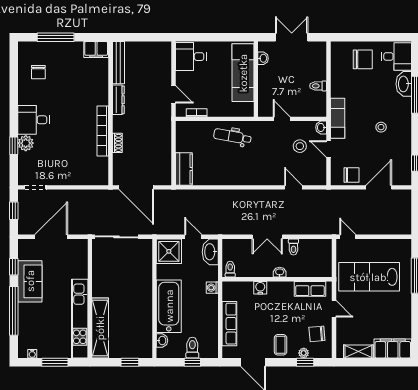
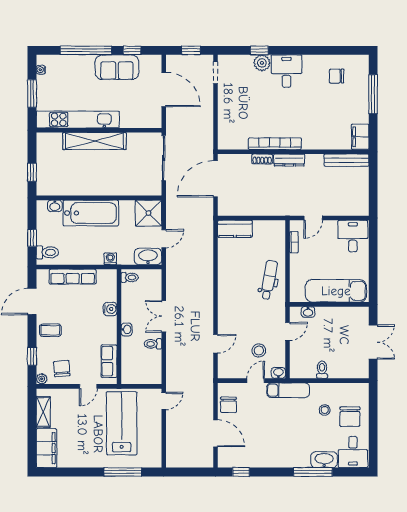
washbasin: (263, 58) -> (308, 312), moved
dresser: (118, 100) -> (289, 160), moved
stool: (381, 127) -> (325, 410), moved
shelving: (100, 328) -> (94, 141), moved
toilet: (192, 348) -> (47, 252), moved
plant: (304, 353) -> (42, 379), moved

